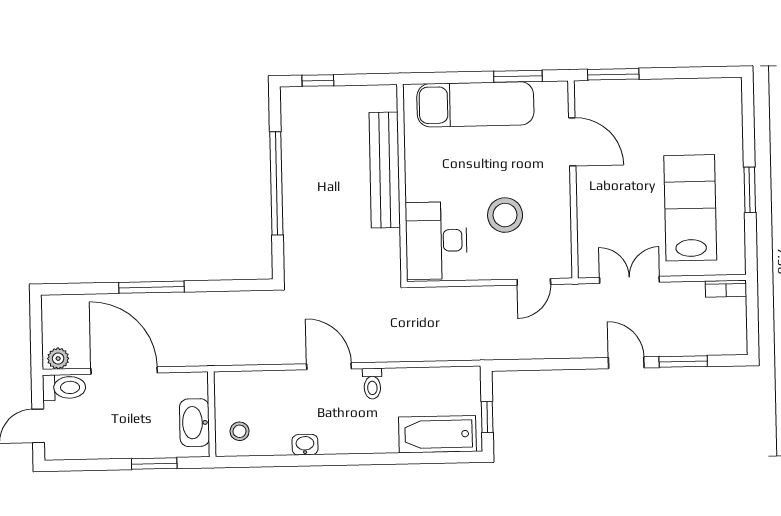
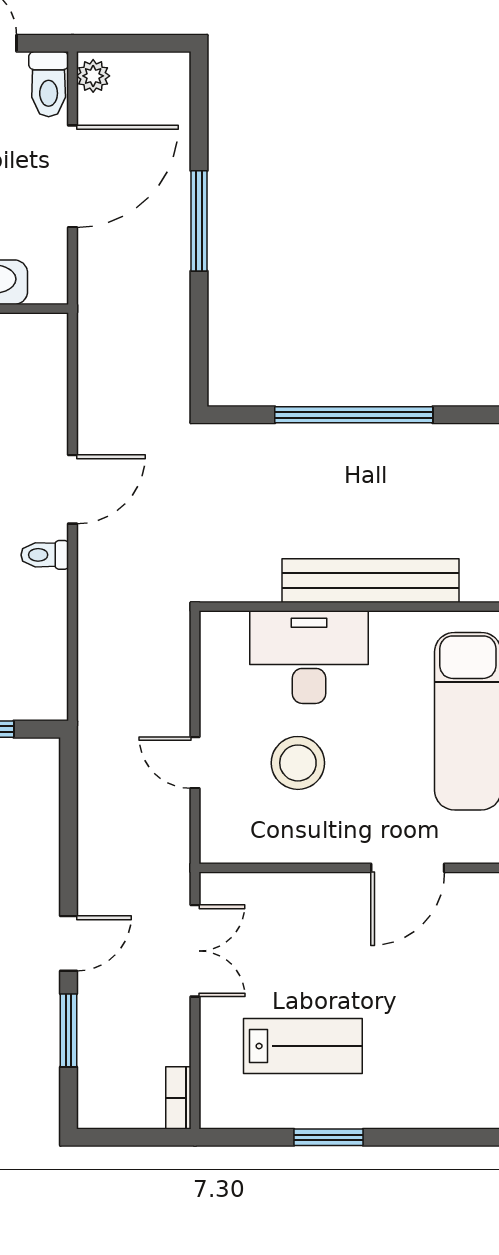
lab bench: (690, 208) -> (303, 1046), width x0.73, depth x0.72
desk: (436, 241) -> (309, 657), moved
door: (534, 282) -> (195, 763), moved

